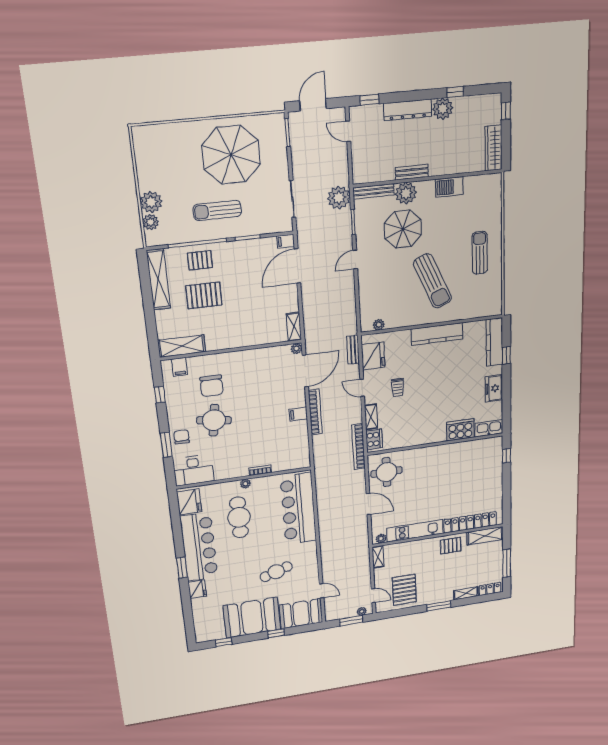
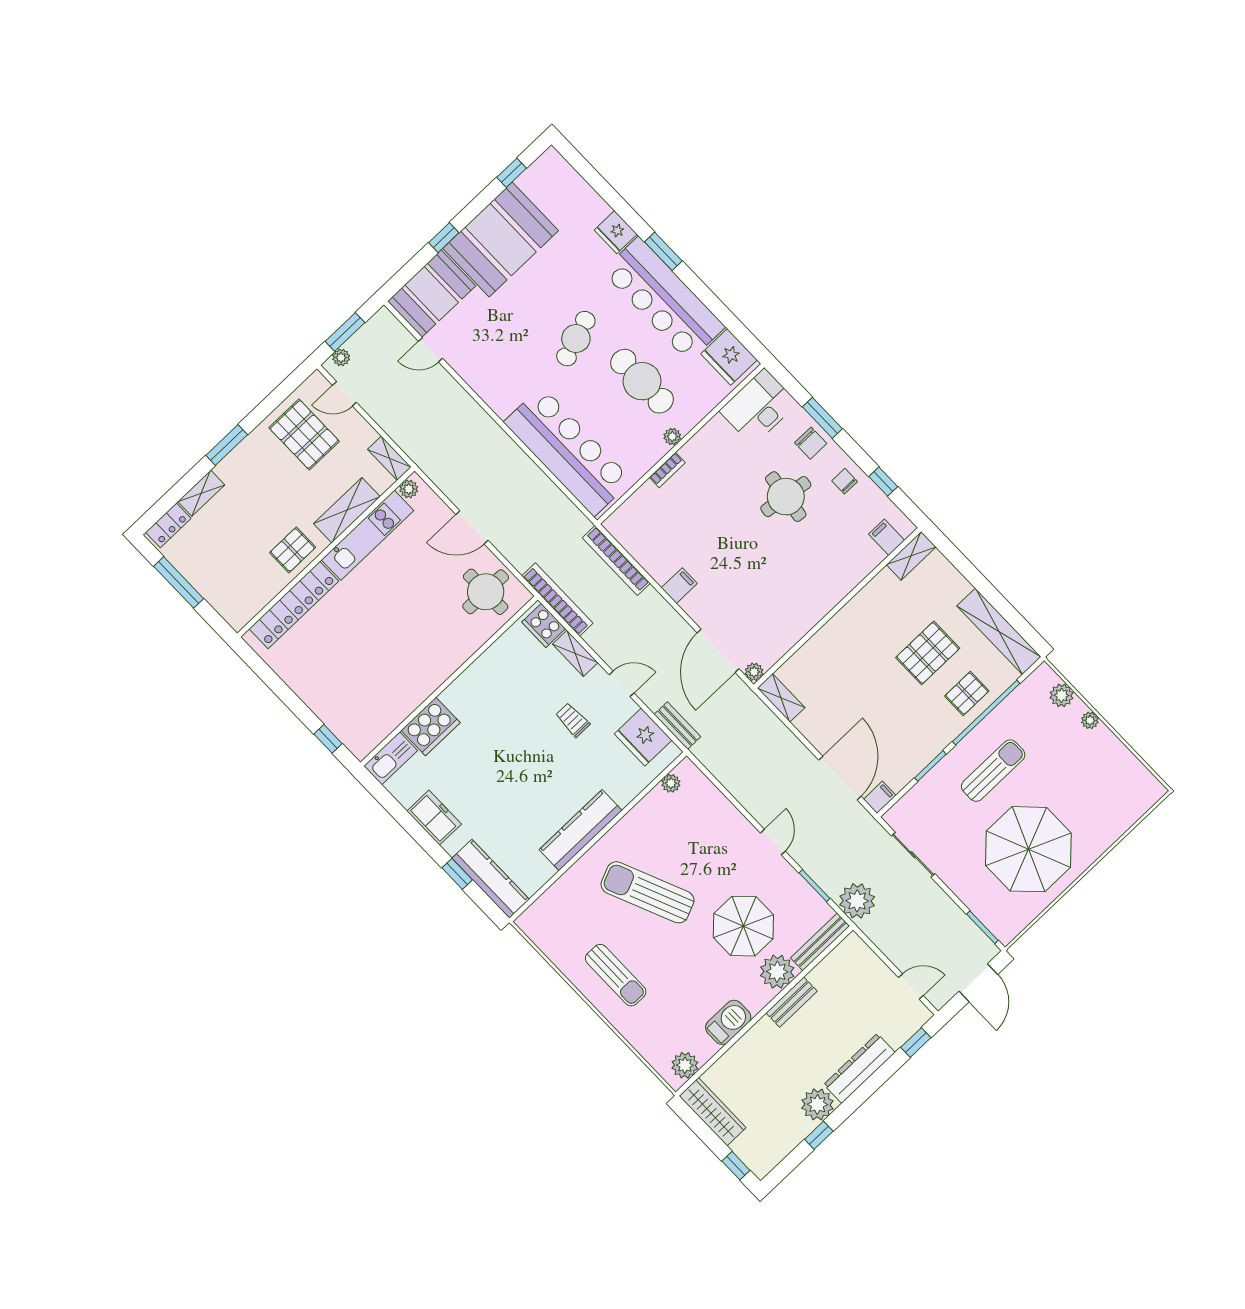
plant: (486, 182) -> (685, 1065), added
plant: (151, 202) -> (1090, 720), width x0.53, depth x0.53
shelving: (182, 346) -> (911, 556), width x0.67, depth x0.75
chair: (212, 386) -> (845, 481), moved, width x0.54, depth x0.54
bookcase: (315, 412) -> (616, 561), moved
shelving: (485, 536) -> (347, 510), moved
cafe table: (276, 572) -> (576, 339), moved

